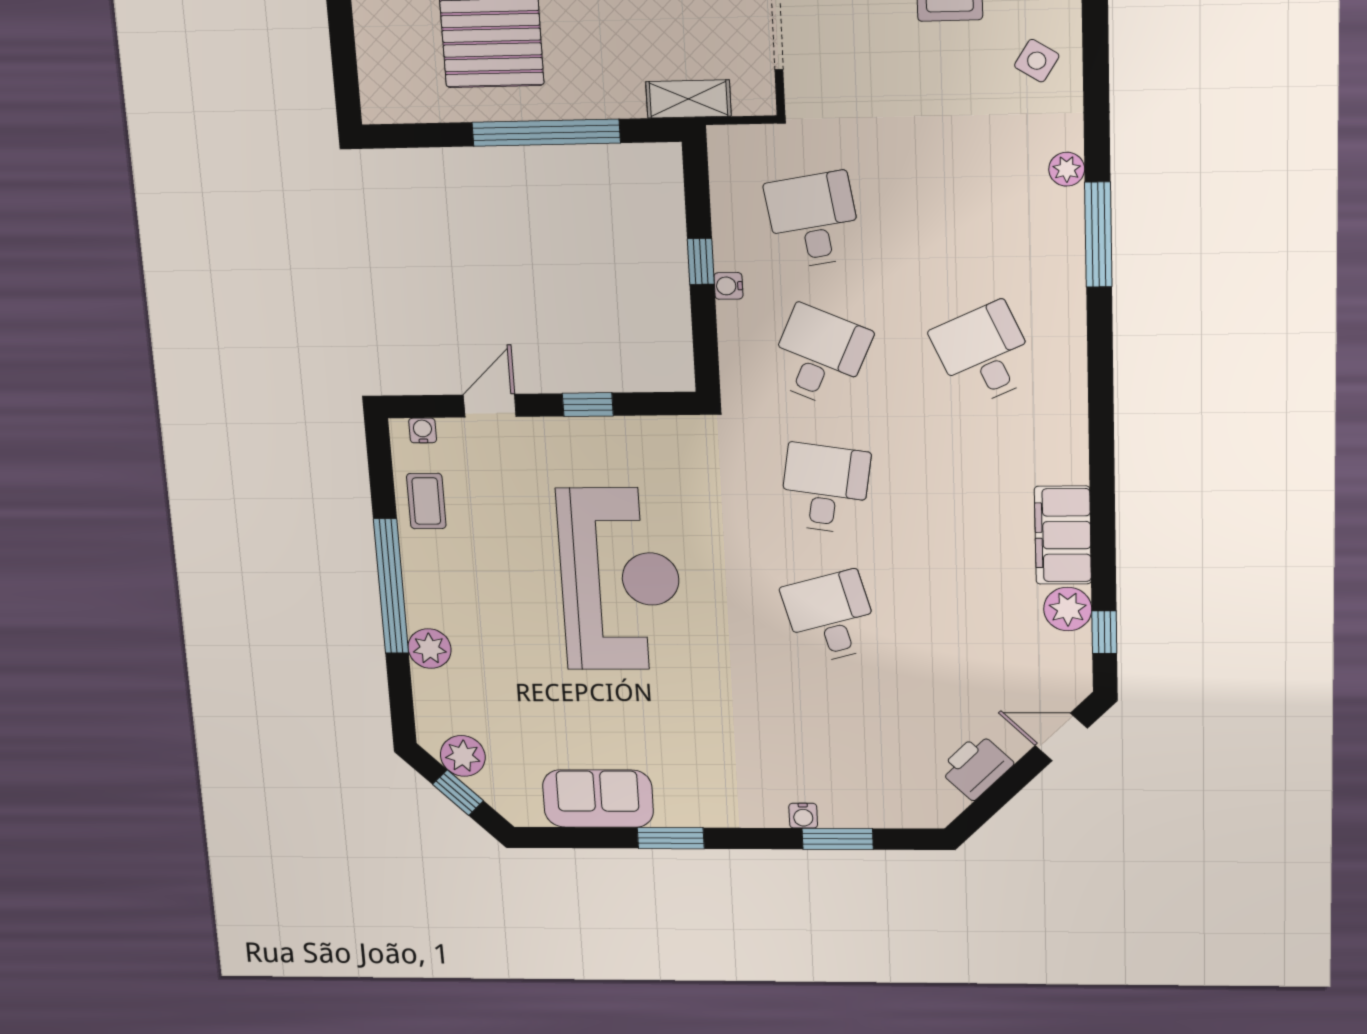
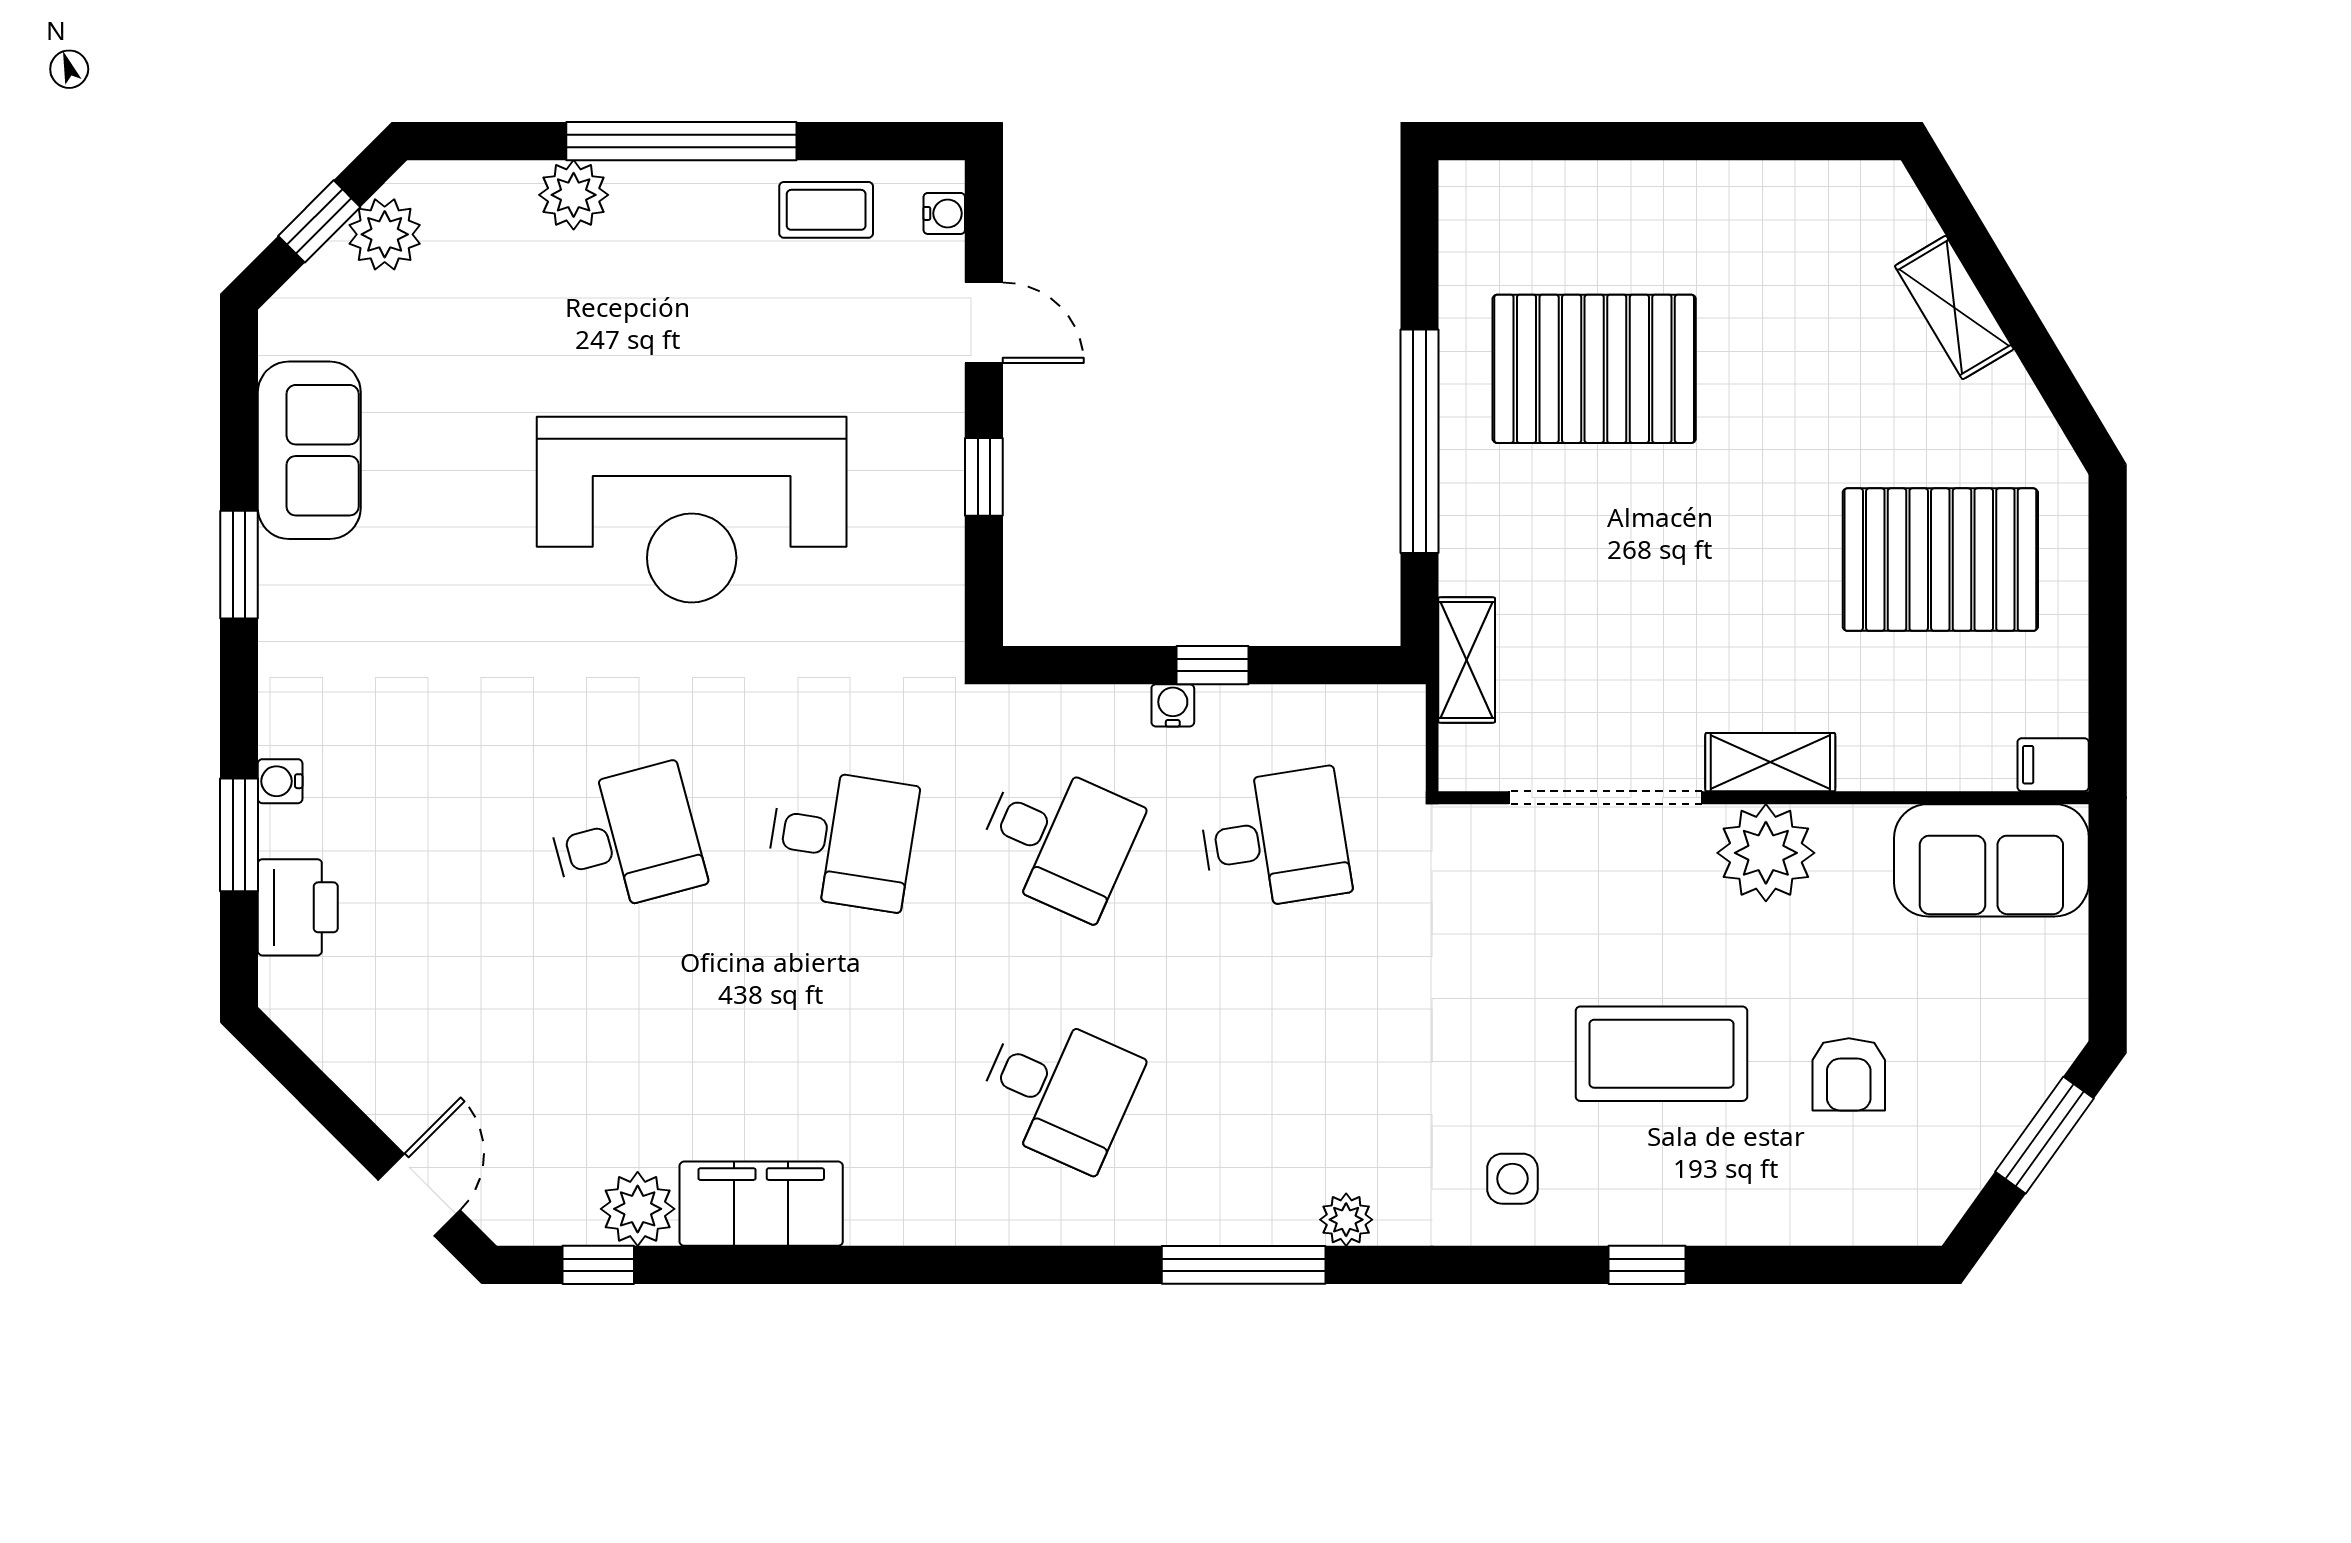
side table: (1037, 61) -> (1512, 1179), turned -32
desk: (985, 354) -> (1058, 1091), turned 48
printer: (976, 767) -> (298, 907), moved, turned 45

